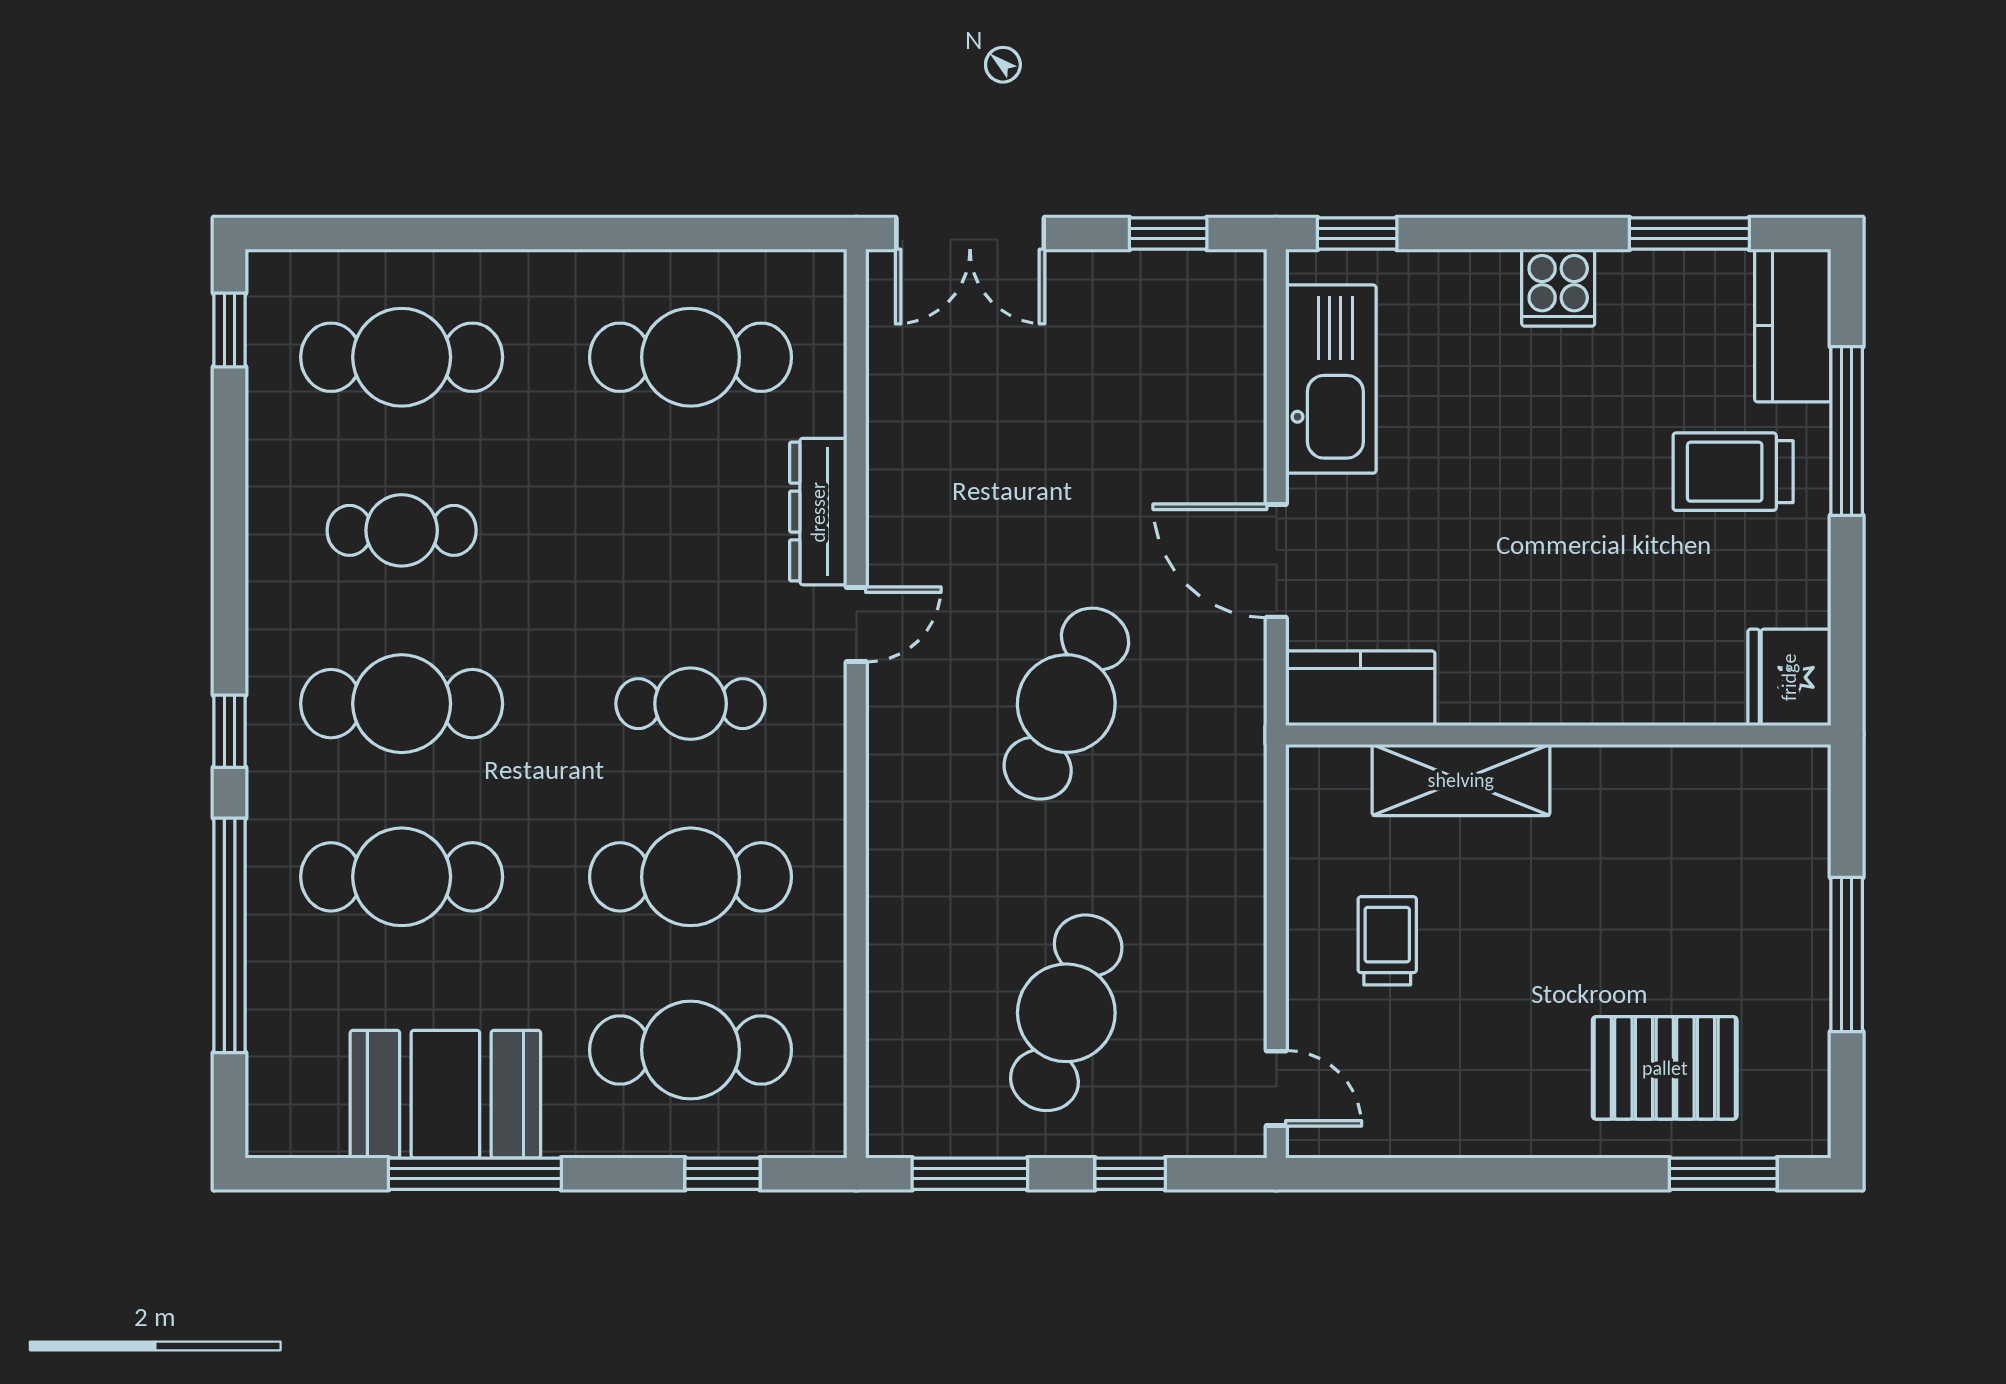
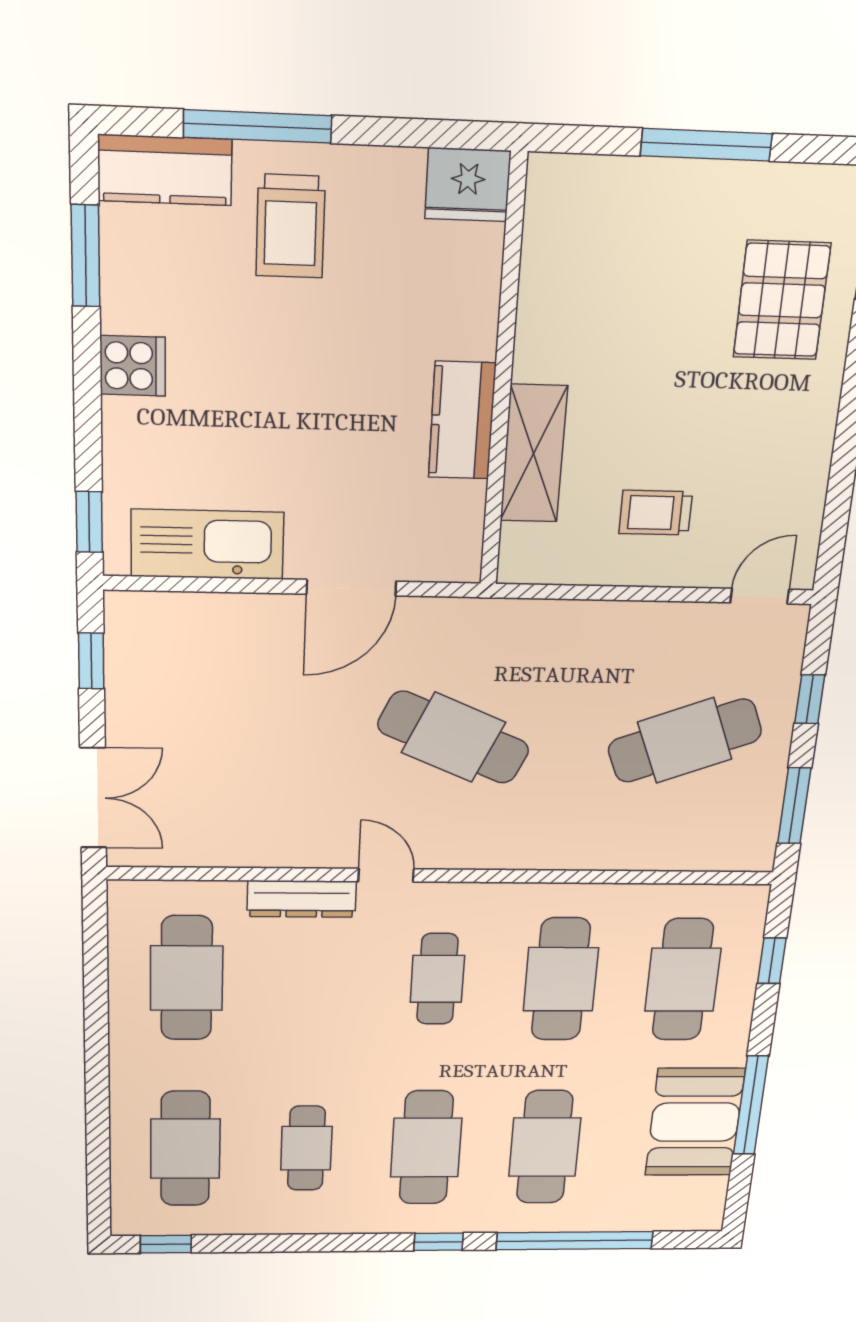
kitchen counter: (1360, 688) -> (462, 420), moved
cafe table: (1066, 1013) -> (685, 741), turned -39

